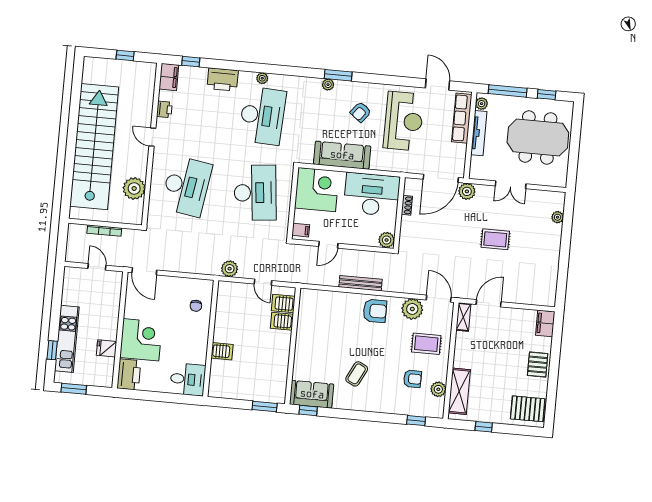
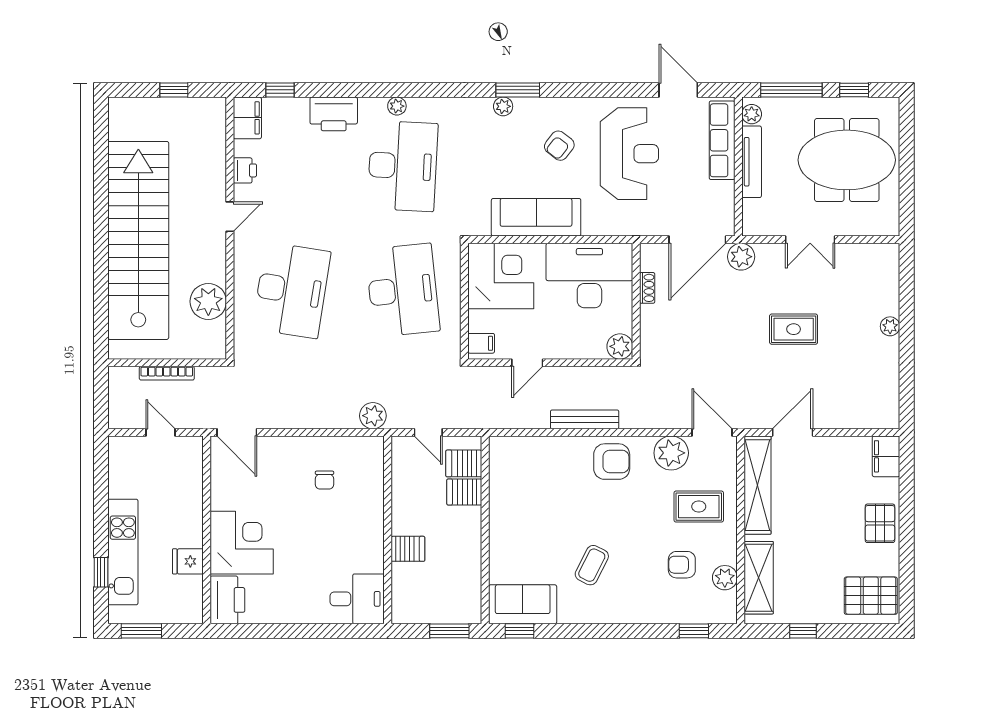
door: (152, 137) -> (230, 217), swing flipped
plant: (558, 217) -> (890, 326), moved
shelving: (463, 317) -> (758, 485), width x2.20, depth x1.33
wall: (211, 338) -> (388, 530), moved
server rack: (222, 351) -> (408, 549), moved
desk: (188, 379) -> (357, 599), moved
armchair: (412, 379) -> (682, 565), turned 180

